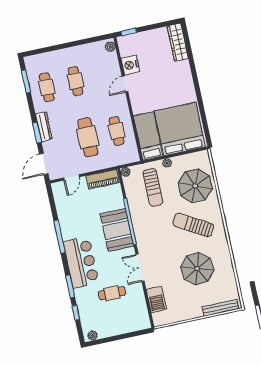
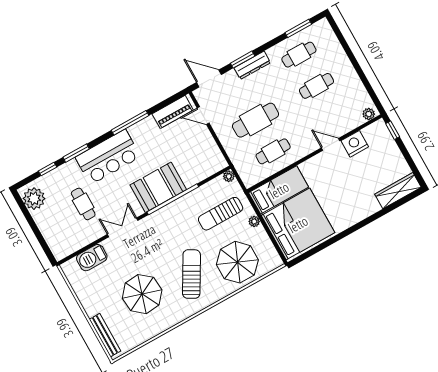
piano: (103, 179) -> (173, 112), moved, turned -90
plant: (93, 336) -> (34, 199), width x1.88, depth x1.88

